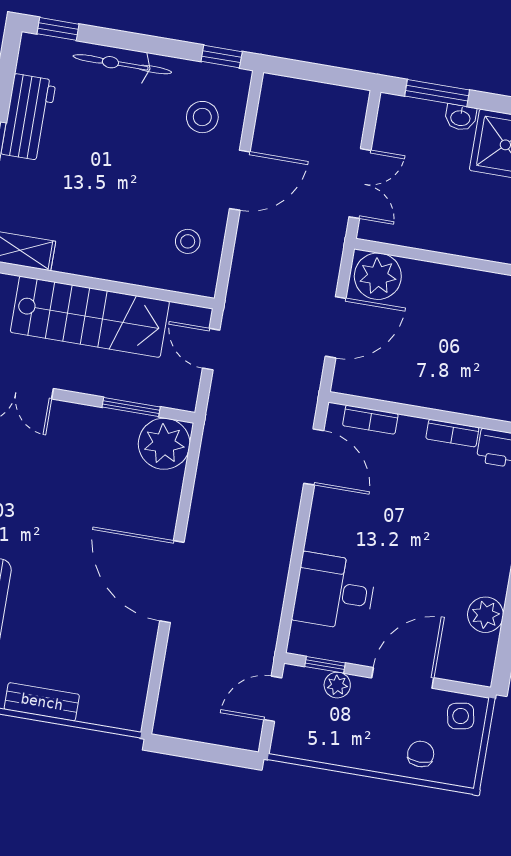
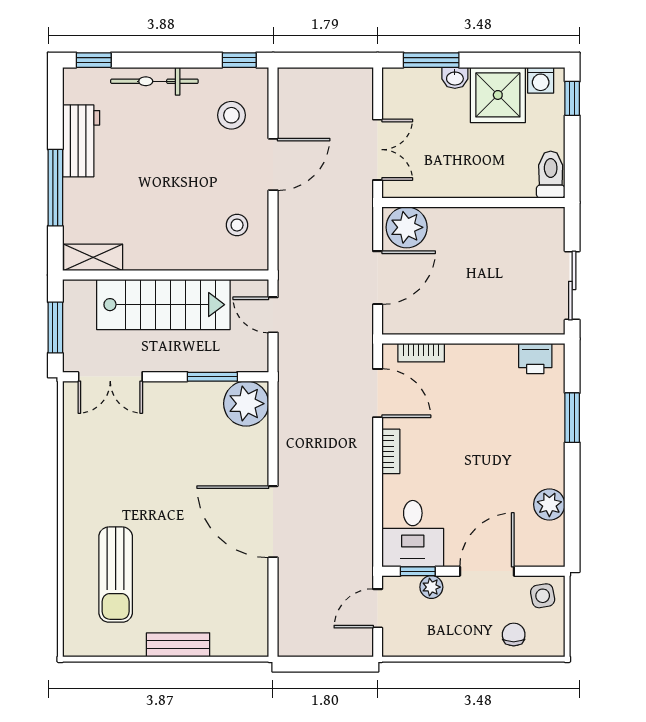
bookcase: (452, 433) -> (391, 451), moved, turned -90
desk: (334, 592) -> (413, 534), moved, turned -90

